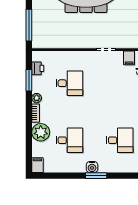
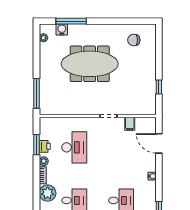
printer: (38, 68) -> (45, 146), moved
desk: (69, 83) -> (74, 147), width x1.37

